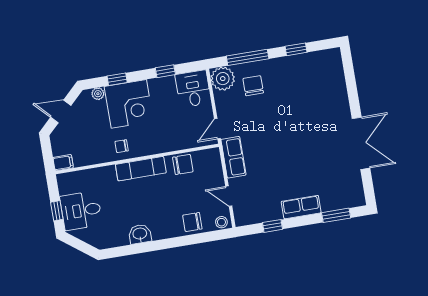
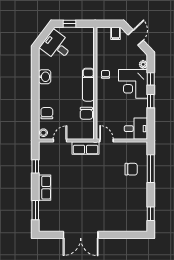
window: (296, 49) -> (151, 214), moved
window: (165, 71) -> (151, 101), moved
plant: (223, 79) -> (139, 150), removed
filing cabinet: (63, 163) -> (115, 33), moved
desk: (81, 211) -> (56, 46), moved, turned -53

